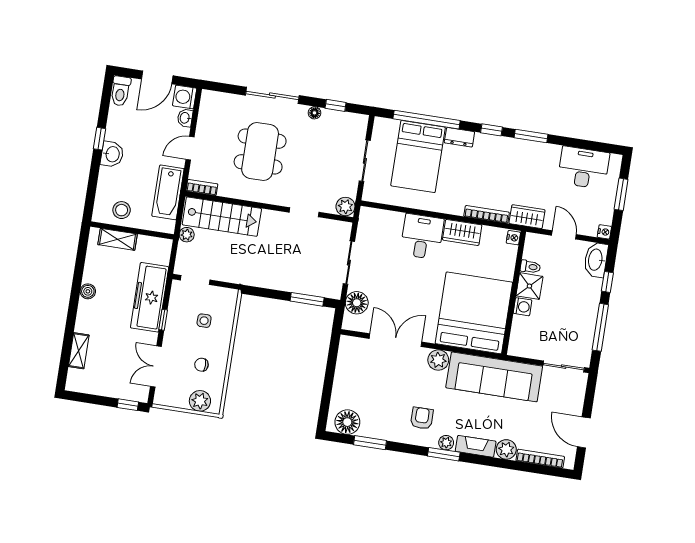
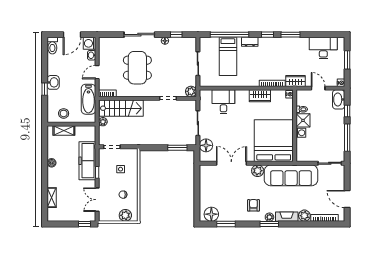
window: (100, 139) -> (45, 89), moved
bed: (418, 156) -> (228, 56), width x0.67
desk: (422, 237) -> (223, 102), moved

